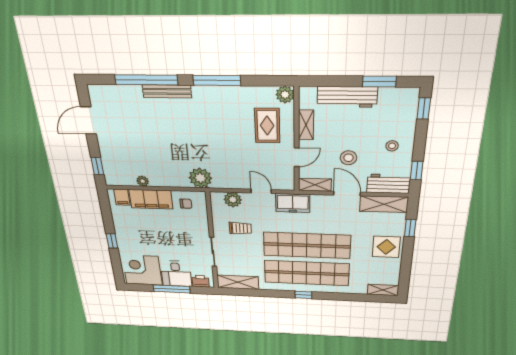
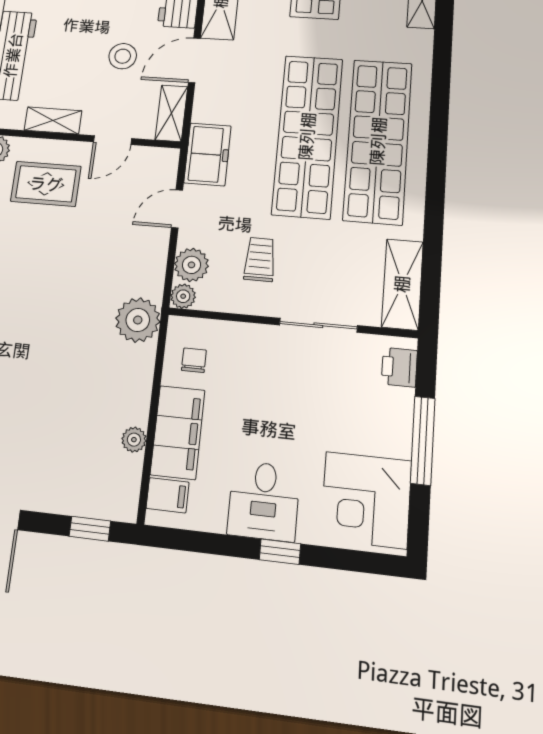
door: (297, 157) -> (113, 140), swing flipped
plant: (216, 197) -> (183, 296), added
desk: (176, 274) -> (264, 501), moved, turned 90
window: (303, 295) -> (437, 151), removed

